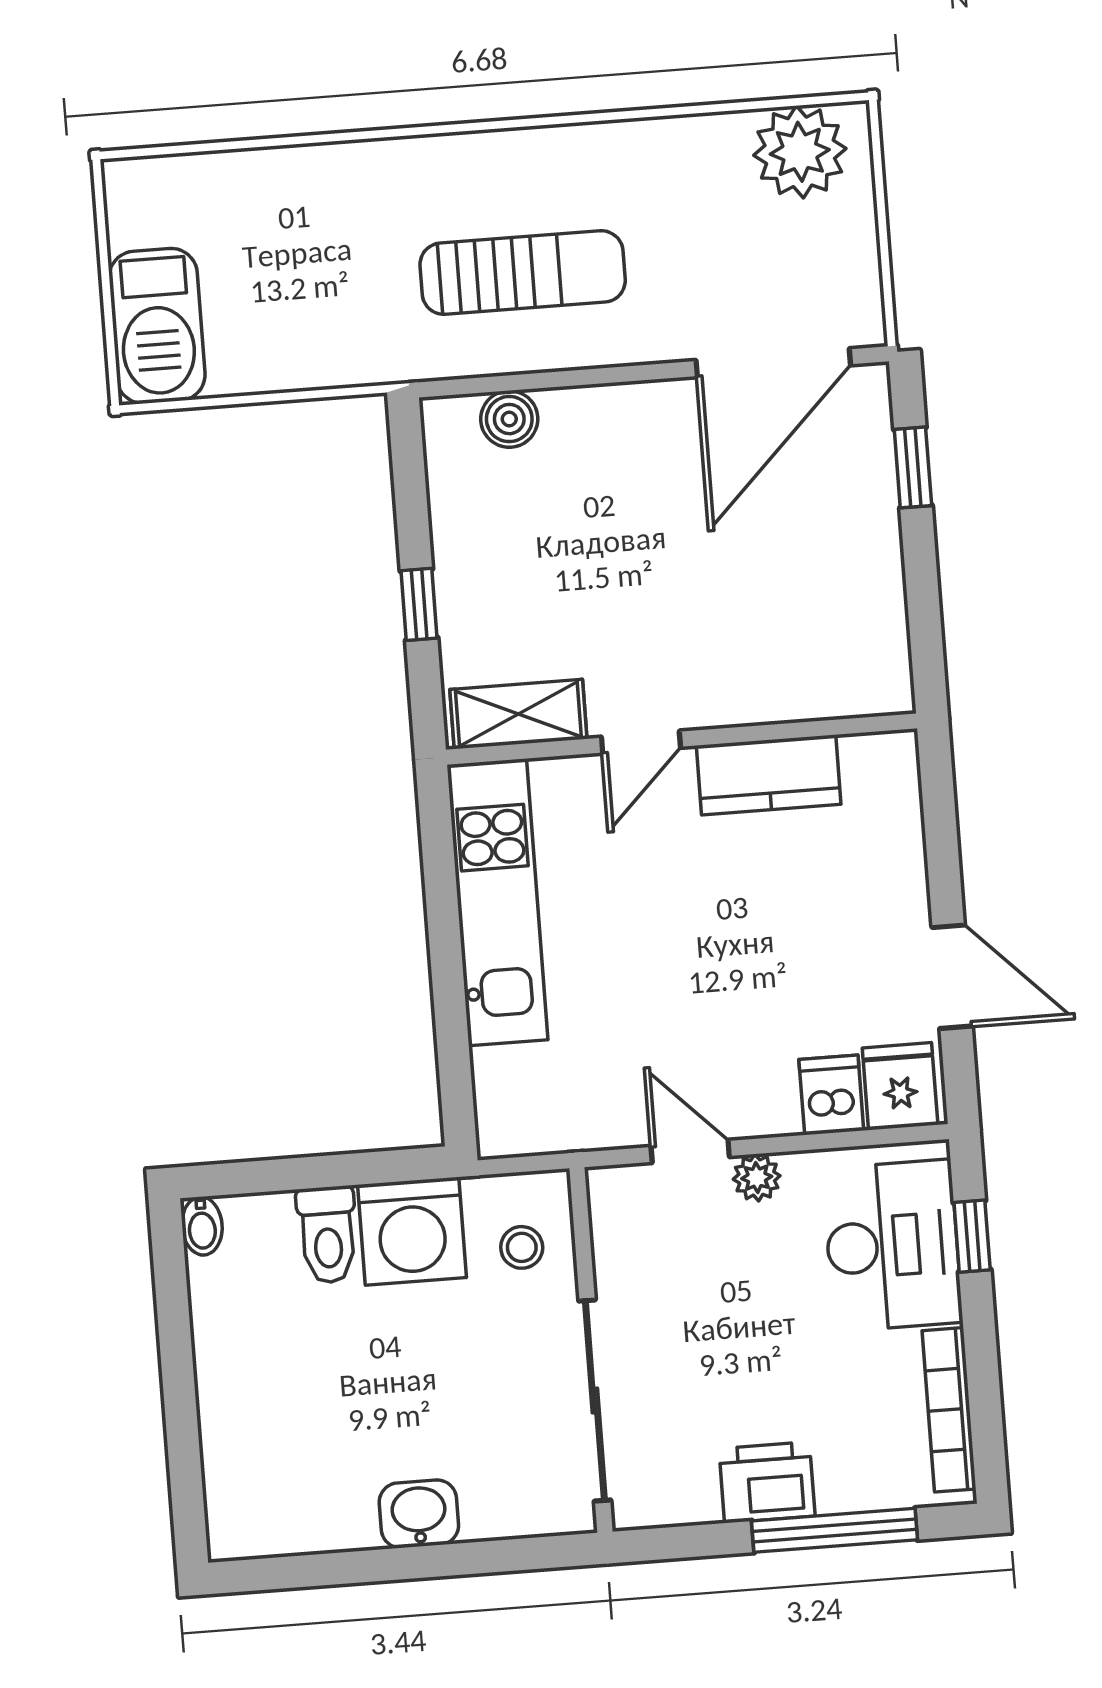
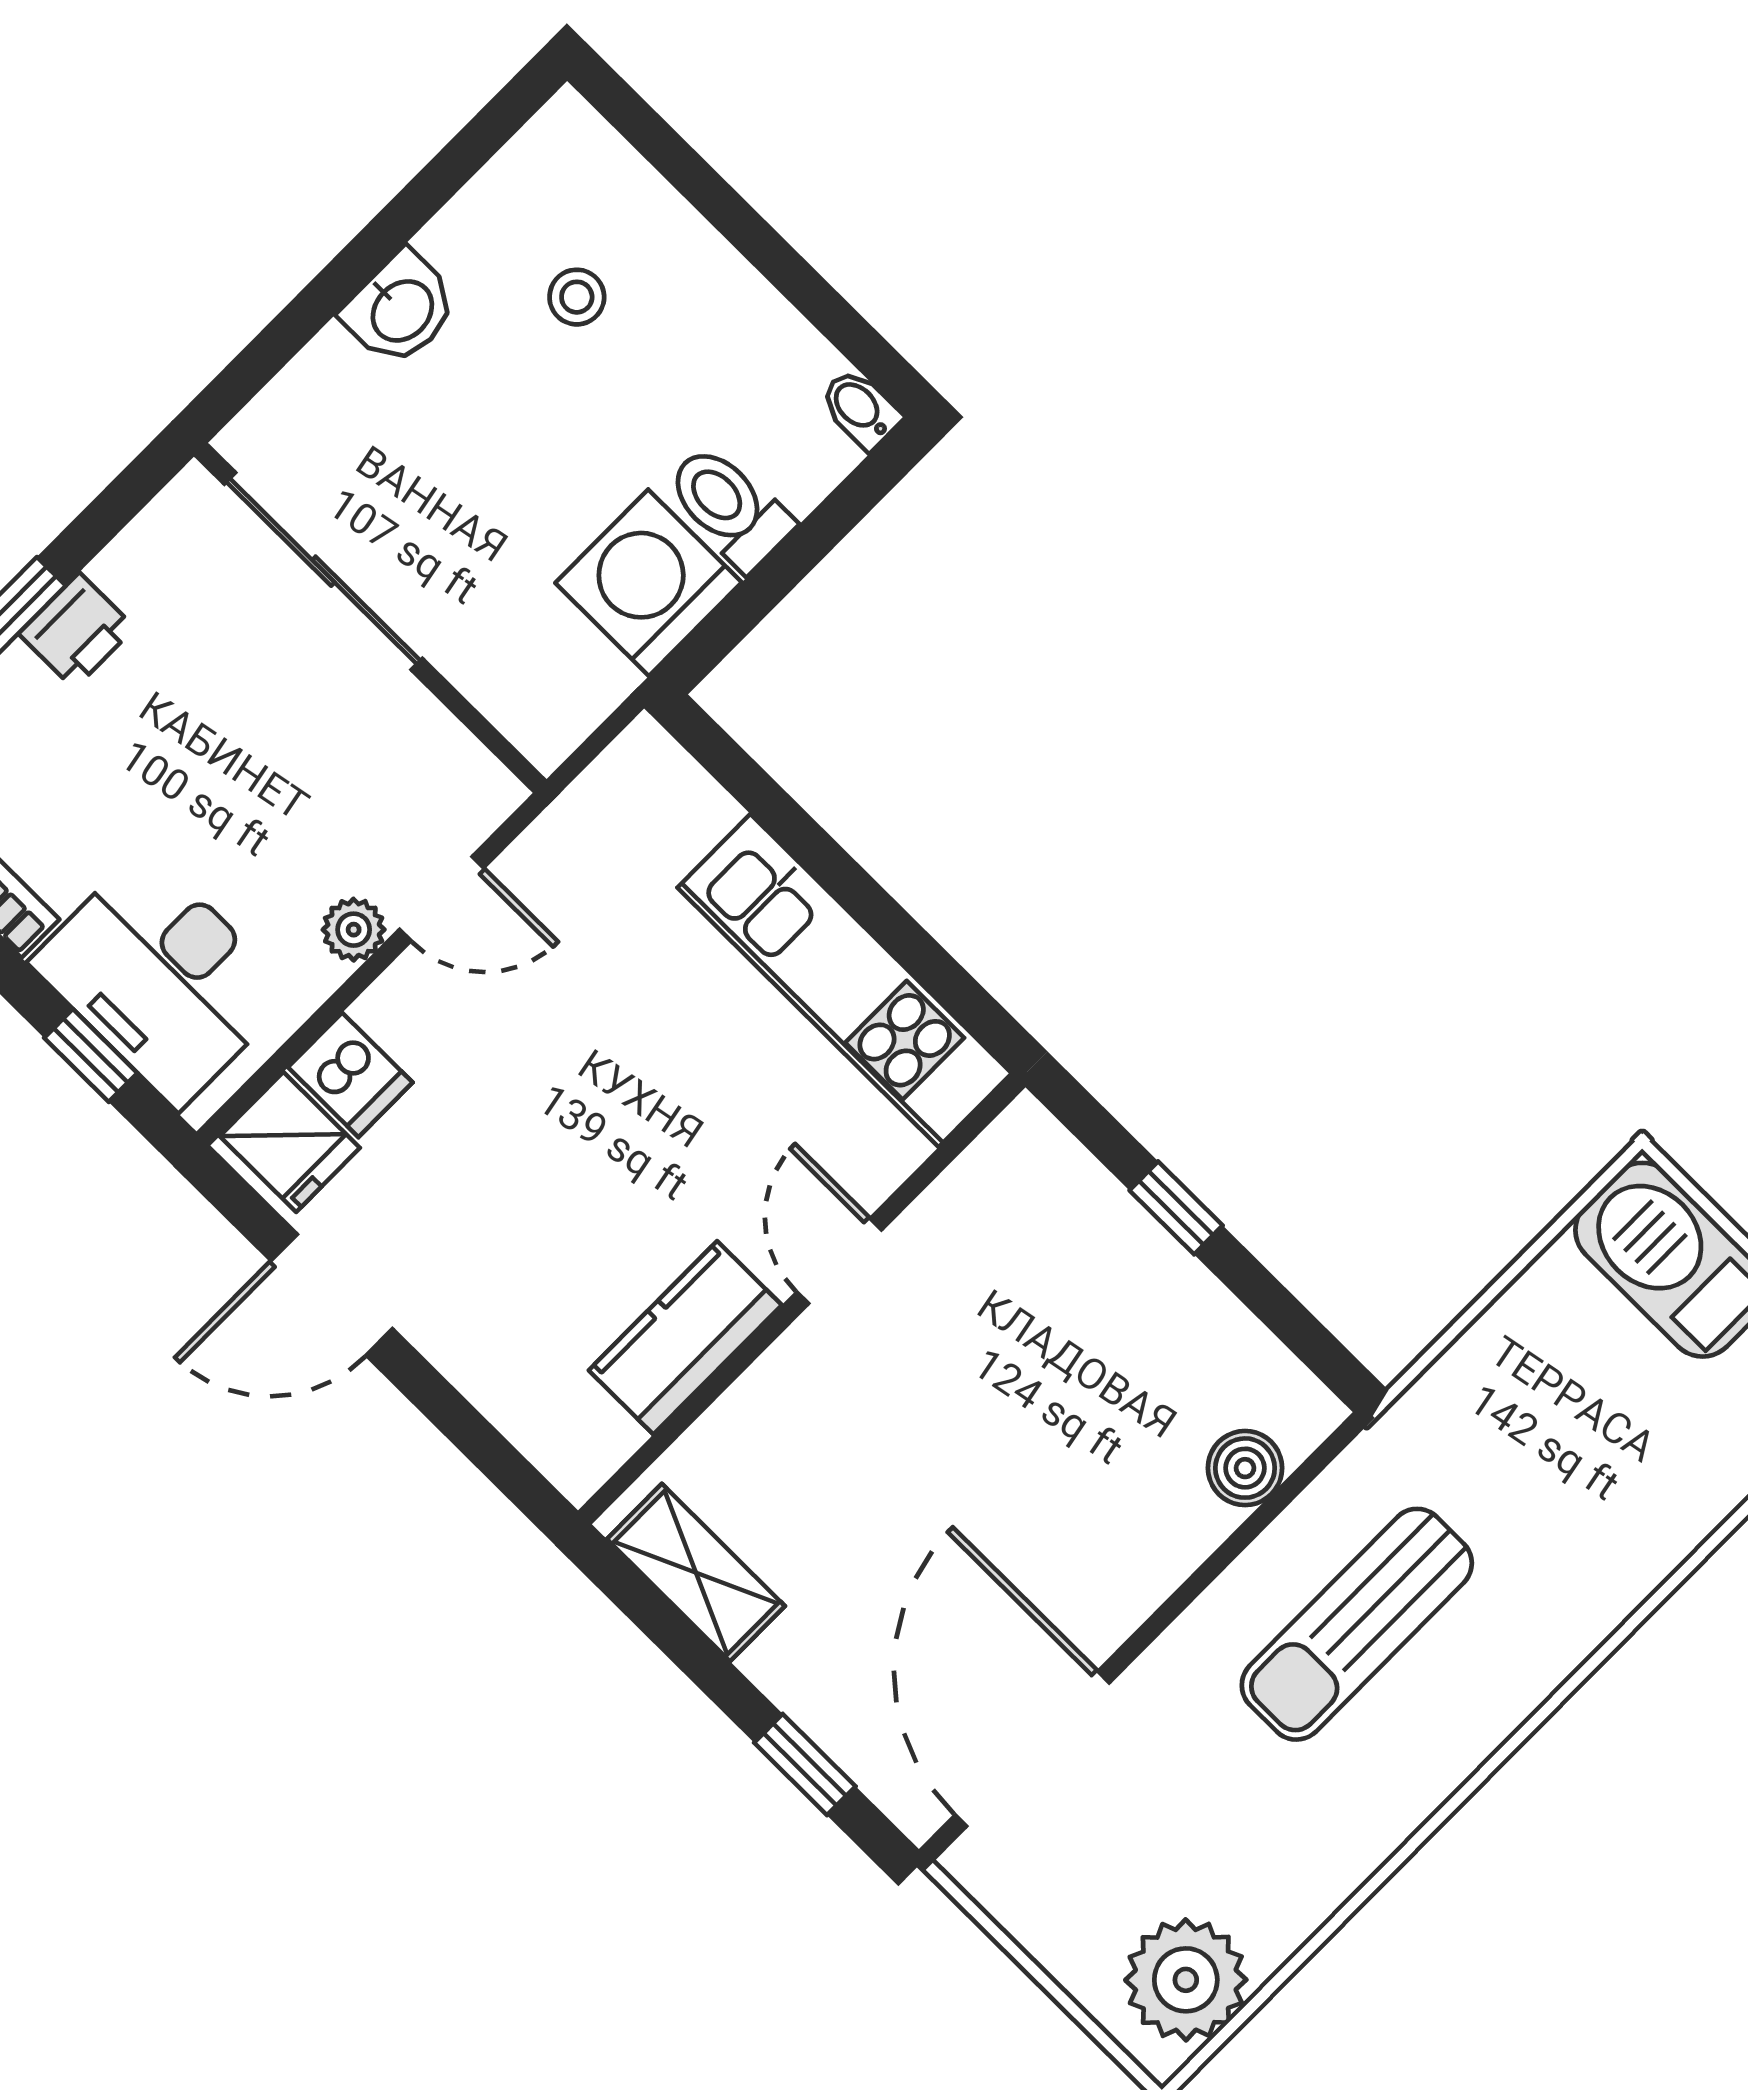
shelving: (518, 714) -> (696, 1573), moved, turned 90
stool: (522, 1247) -> (577, 297), moved
printer: (767, 1482) -> (77, 631), width x0.73, depth x0.81

